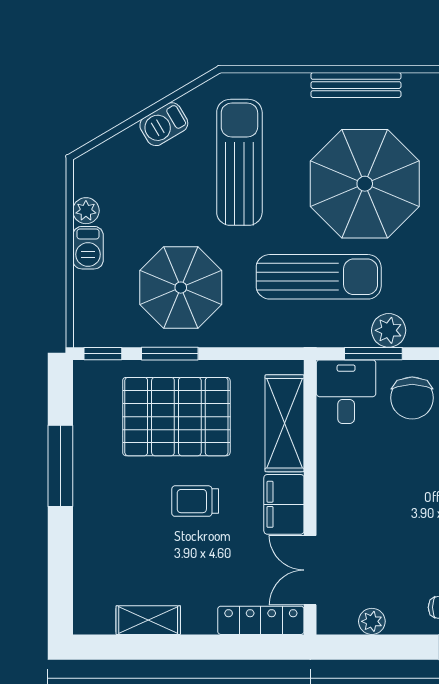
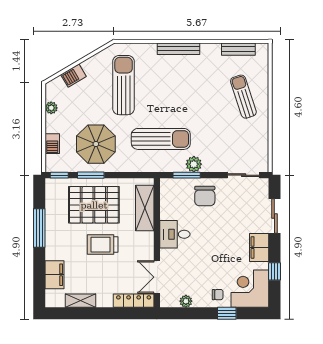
barbecue: (164, 124) -> (74, 76), moved
parasol: (365, 184) -> (183, 95), removed
barbecue: (88, 248) -> (52, 144), moved
desk: (346, 392) -> (175, 234), moved, turned -90
trolley: (195, 501) -> (103, 245), width x1.36, depth x1.39
filing cabinet: (284, 504) -> (55, 275), moved, turned 180

